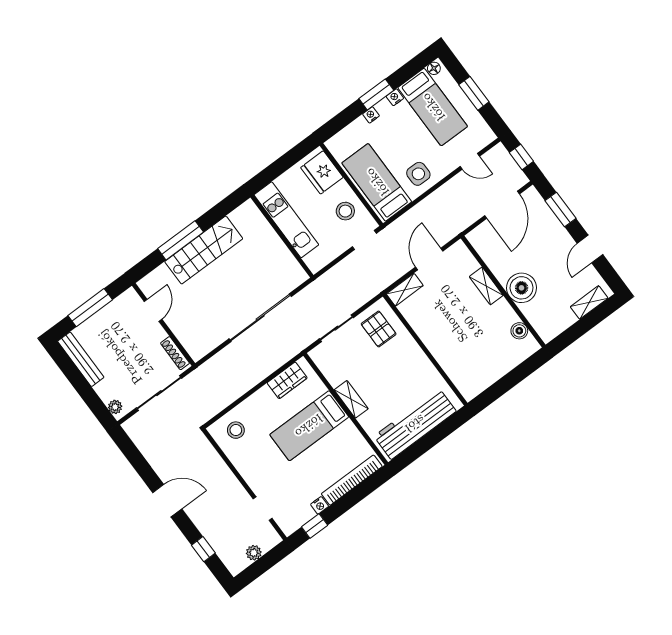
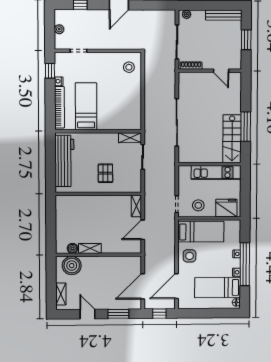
window: (474, 93) -> (209, 313), removed
window: (376, 94) -> (245, 264), width x2.11
door: (470, 161) -> (176, 286), width x1.88
door: (502, 205) -> (143, 286), hinge flipped
window: (181, 240) -> (246, 127), moved
stairs: (204, 250) -> (232, 139), moved
door: (429, 259) -> (143, 230), swing flipped
shelving: (486, 286) -> (90, 248), moved
boiler: (522, 288) -> (72, 266), moved
window: (90, 308) -> (246, 40), width x0.69
pallet: (379, 329) -> (105, 173), moved, turned 90
wardrobe: (287, 380) -> (135, 112), removed
shelving: (351, 399) -> (130, 138), moved
bed: (309, 426) -> (86, 106), moved

